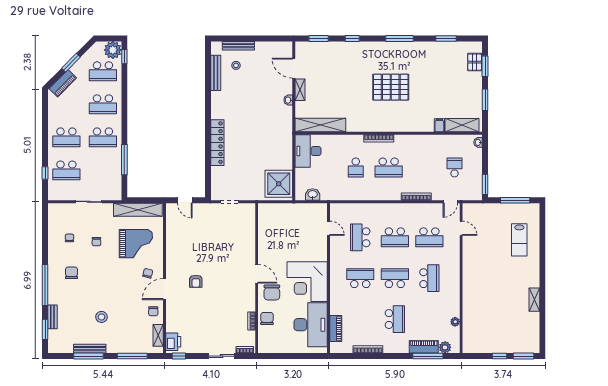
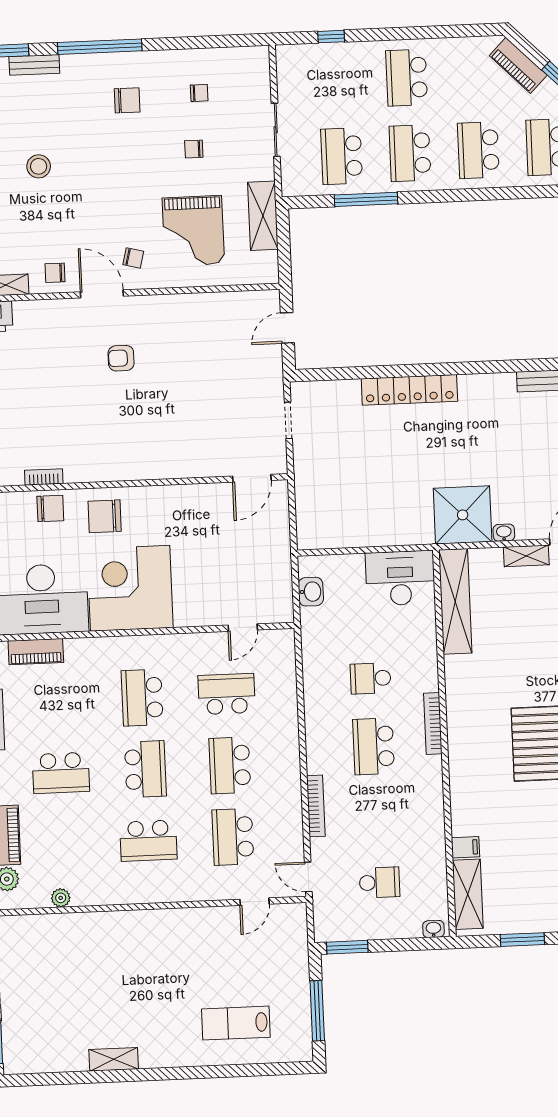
school desk: (66, 170) -> (342, 156), moved
shower: (279, 184) -> (463, 515), moved
shelving: (138, 210) -> (263, 216), width x0.68
door: (257, 274) -> (252, 478), moved
school desk: (360, 278) -> (142, 698), turned 180

